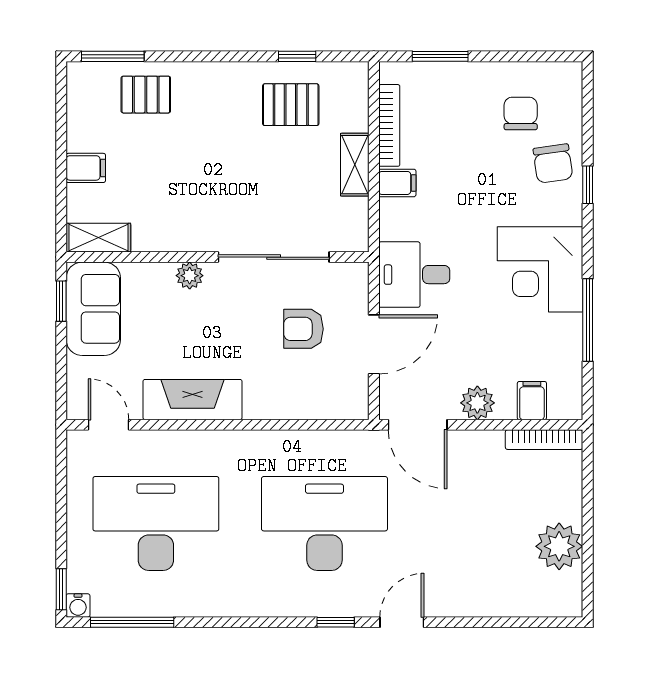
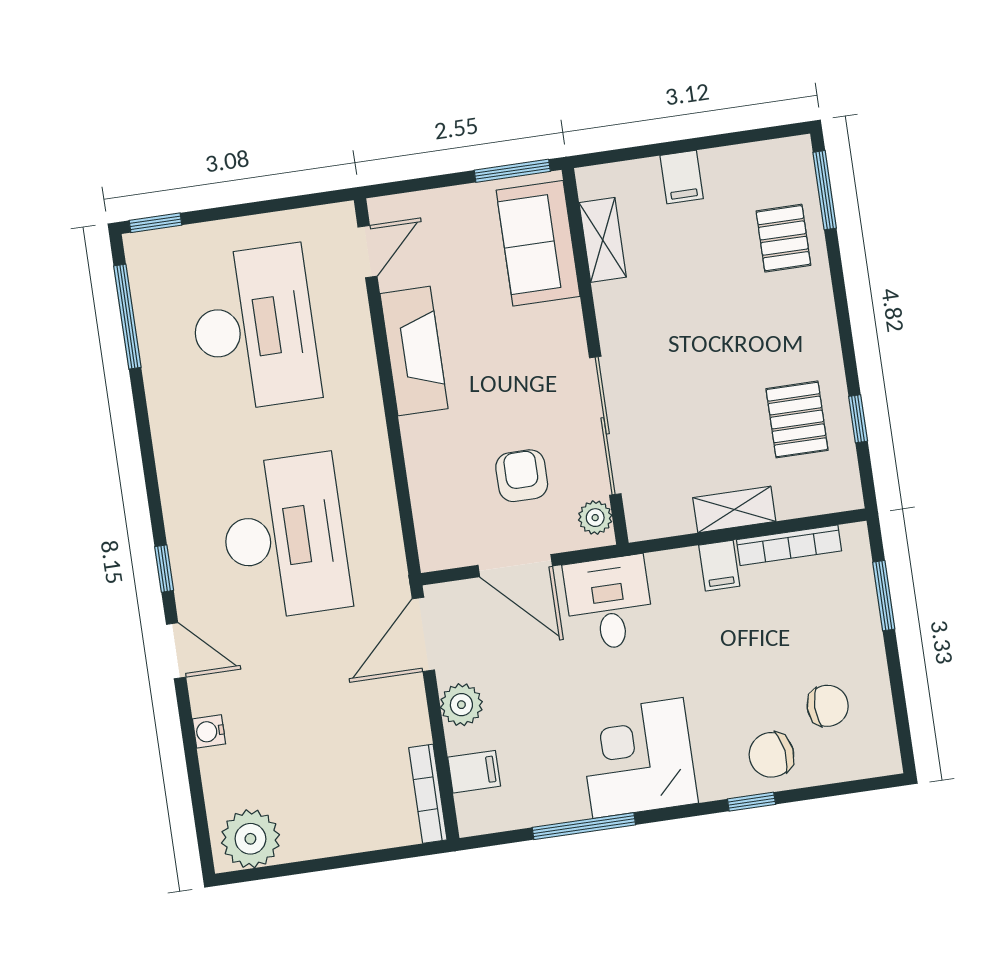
shelving: (98, 238) -> (603, 240), moved
plant: (190, 276) -> (595, 518), moved
window: (61, 301) -> (512, 171), width x1.50
sofa: (93, 309) -> (538, 243), moved, turned 90
plant: (559, 546) -> (250, 839), moved
water cooler: (78, 605) -> (209, 731), moved

